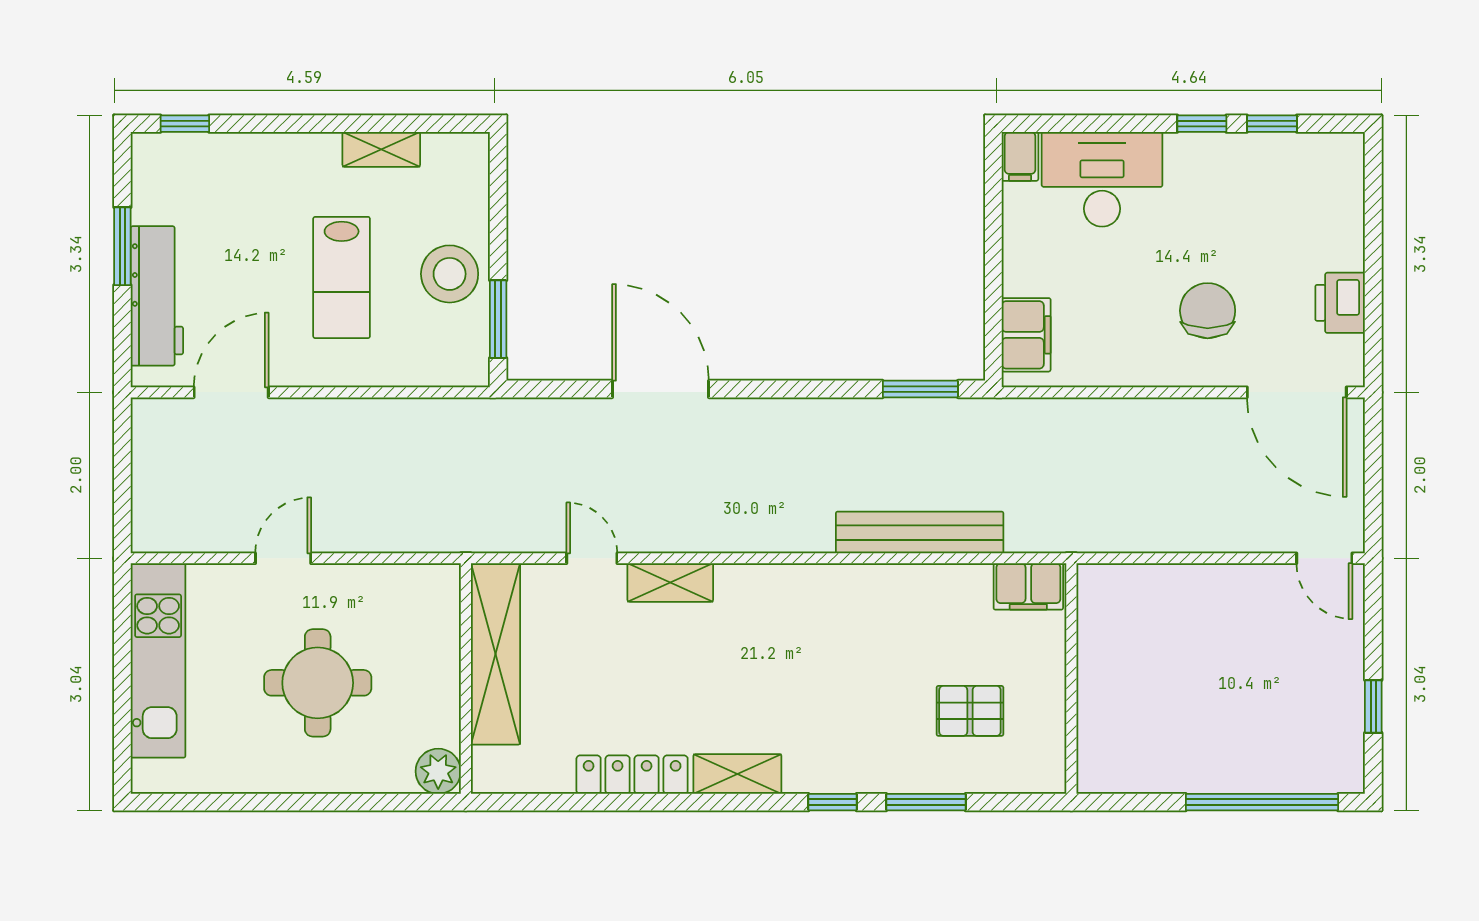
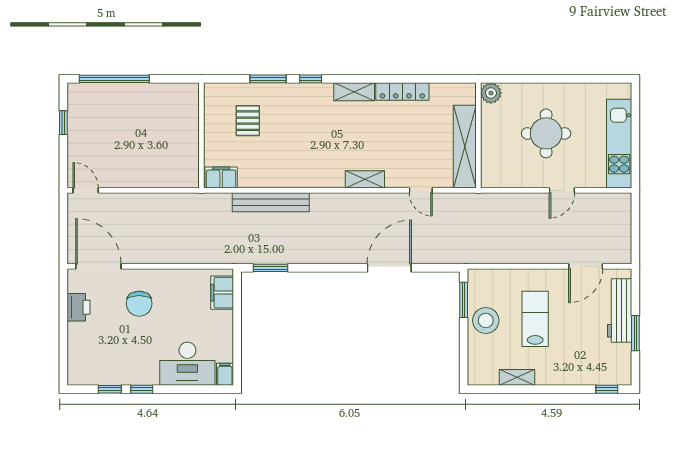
door: (660, 389) -> (389, 268), swing flipped
shelving: (670, 583) -> (365, 179), moved
pallet: (970, 711) -> (248, 121), turned 90

